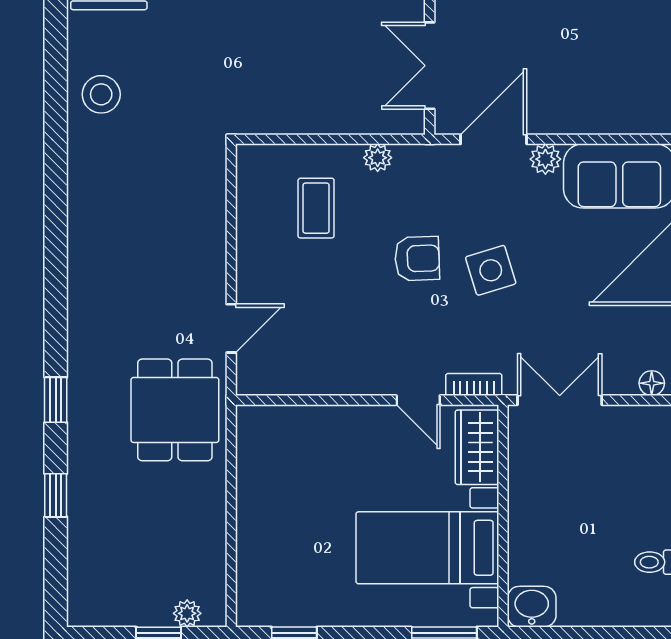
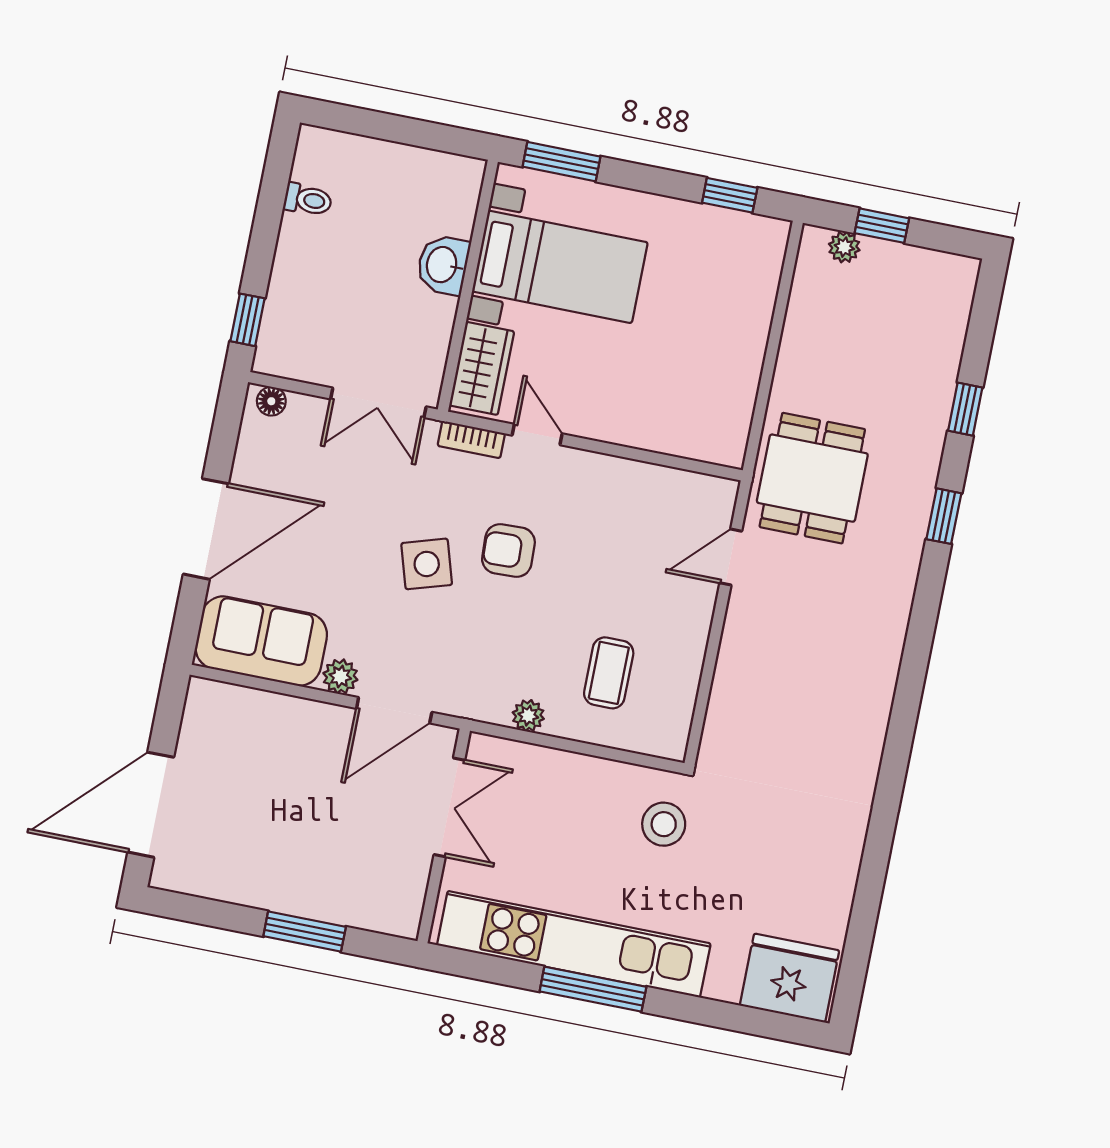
stool: (101, 94) -> (664, 824), moved
armchair: (417, 259) -> (508, 550), moved
washbasin: (532, 607) -> (443, 265), moved, turned 90

